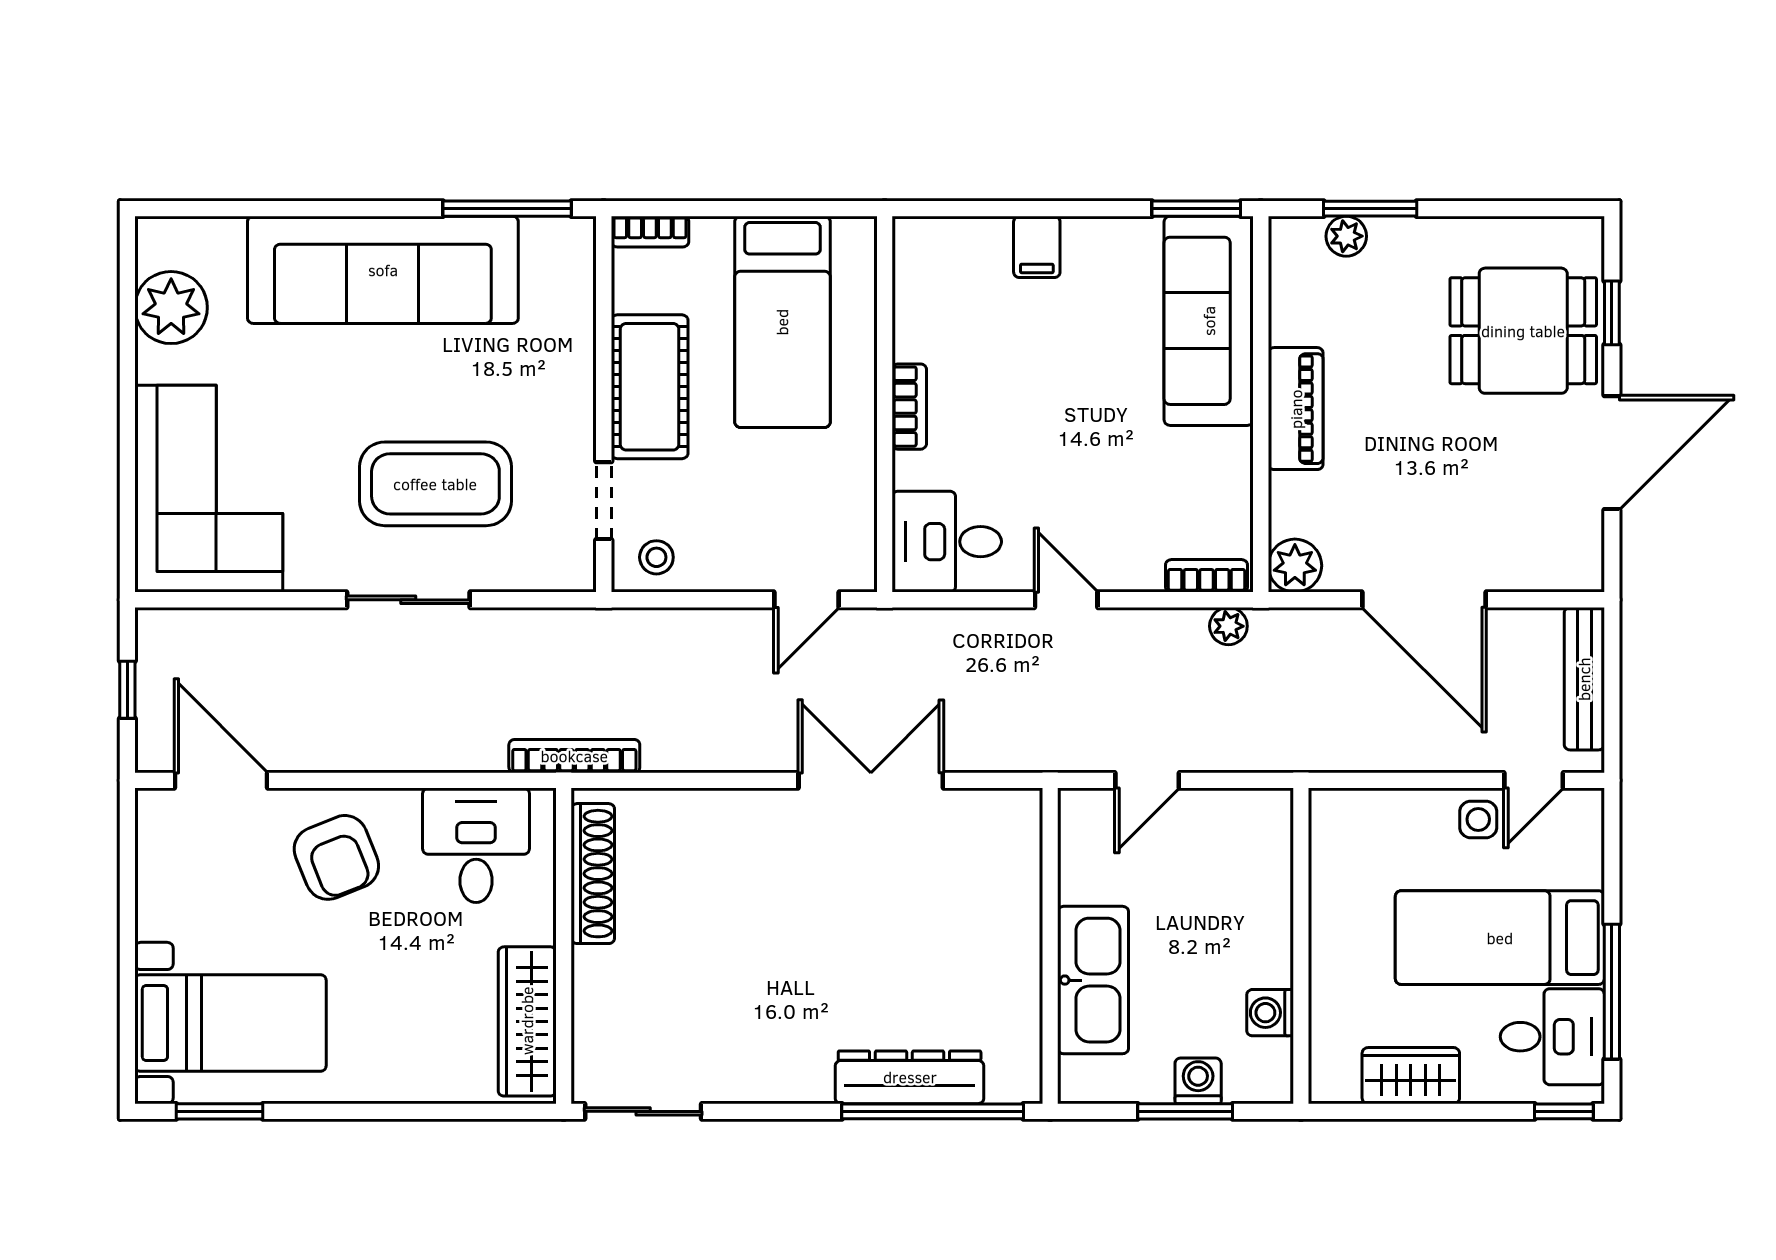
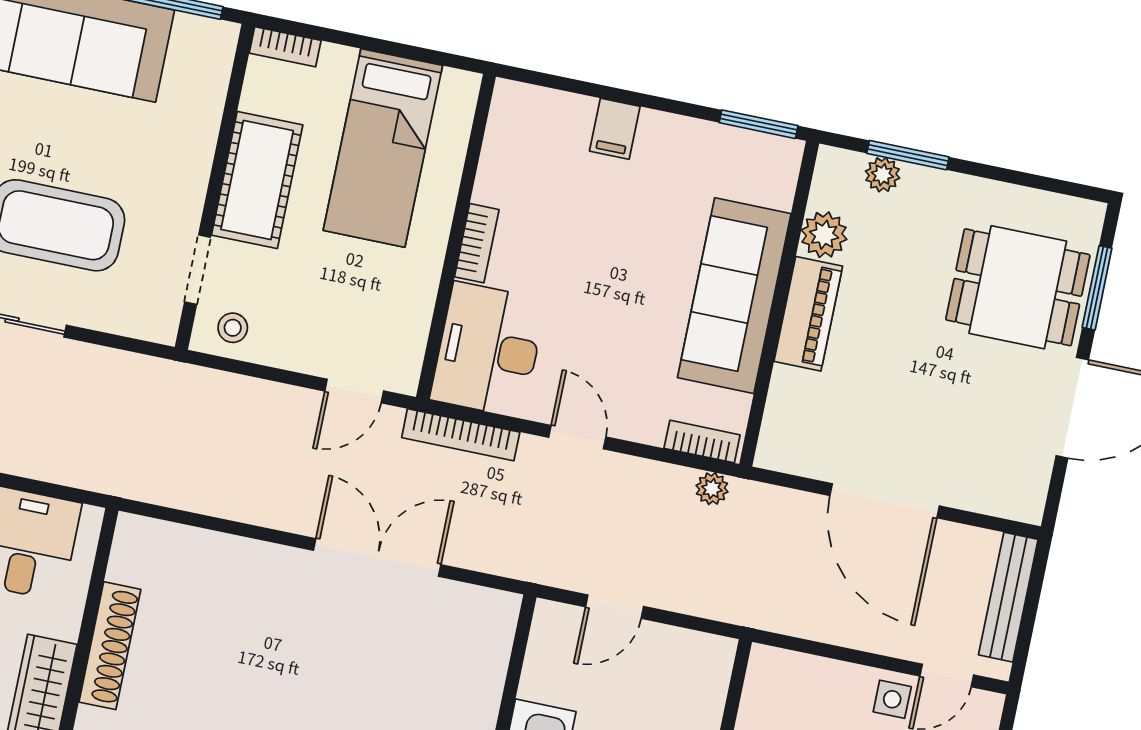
window: (1612, 313) -> (1097, 288), width x1.50
sofa: (1209, 321) -> (734, 296), moved
desk: (947, 542) -> (488, 350), width x1.37
plant: (1295, 566) -> (824, 235), moved
bookcase: (574, 756) -> (461, 435), moved, turned 180
shoe rack: (593, 874) -> (110, 646), moved

